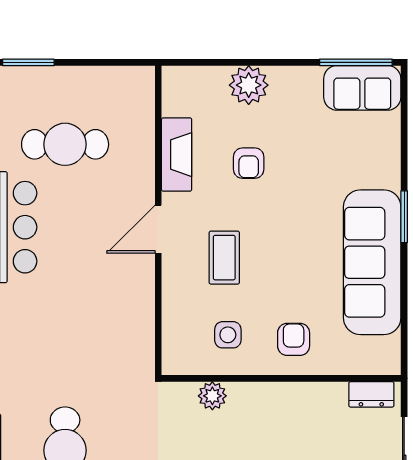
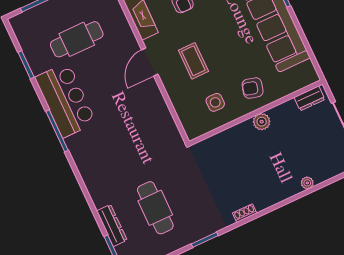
armchair: (294, 339) -> (253, 88), turned -75
plant: (212, 396) -> (262, 122), moved

